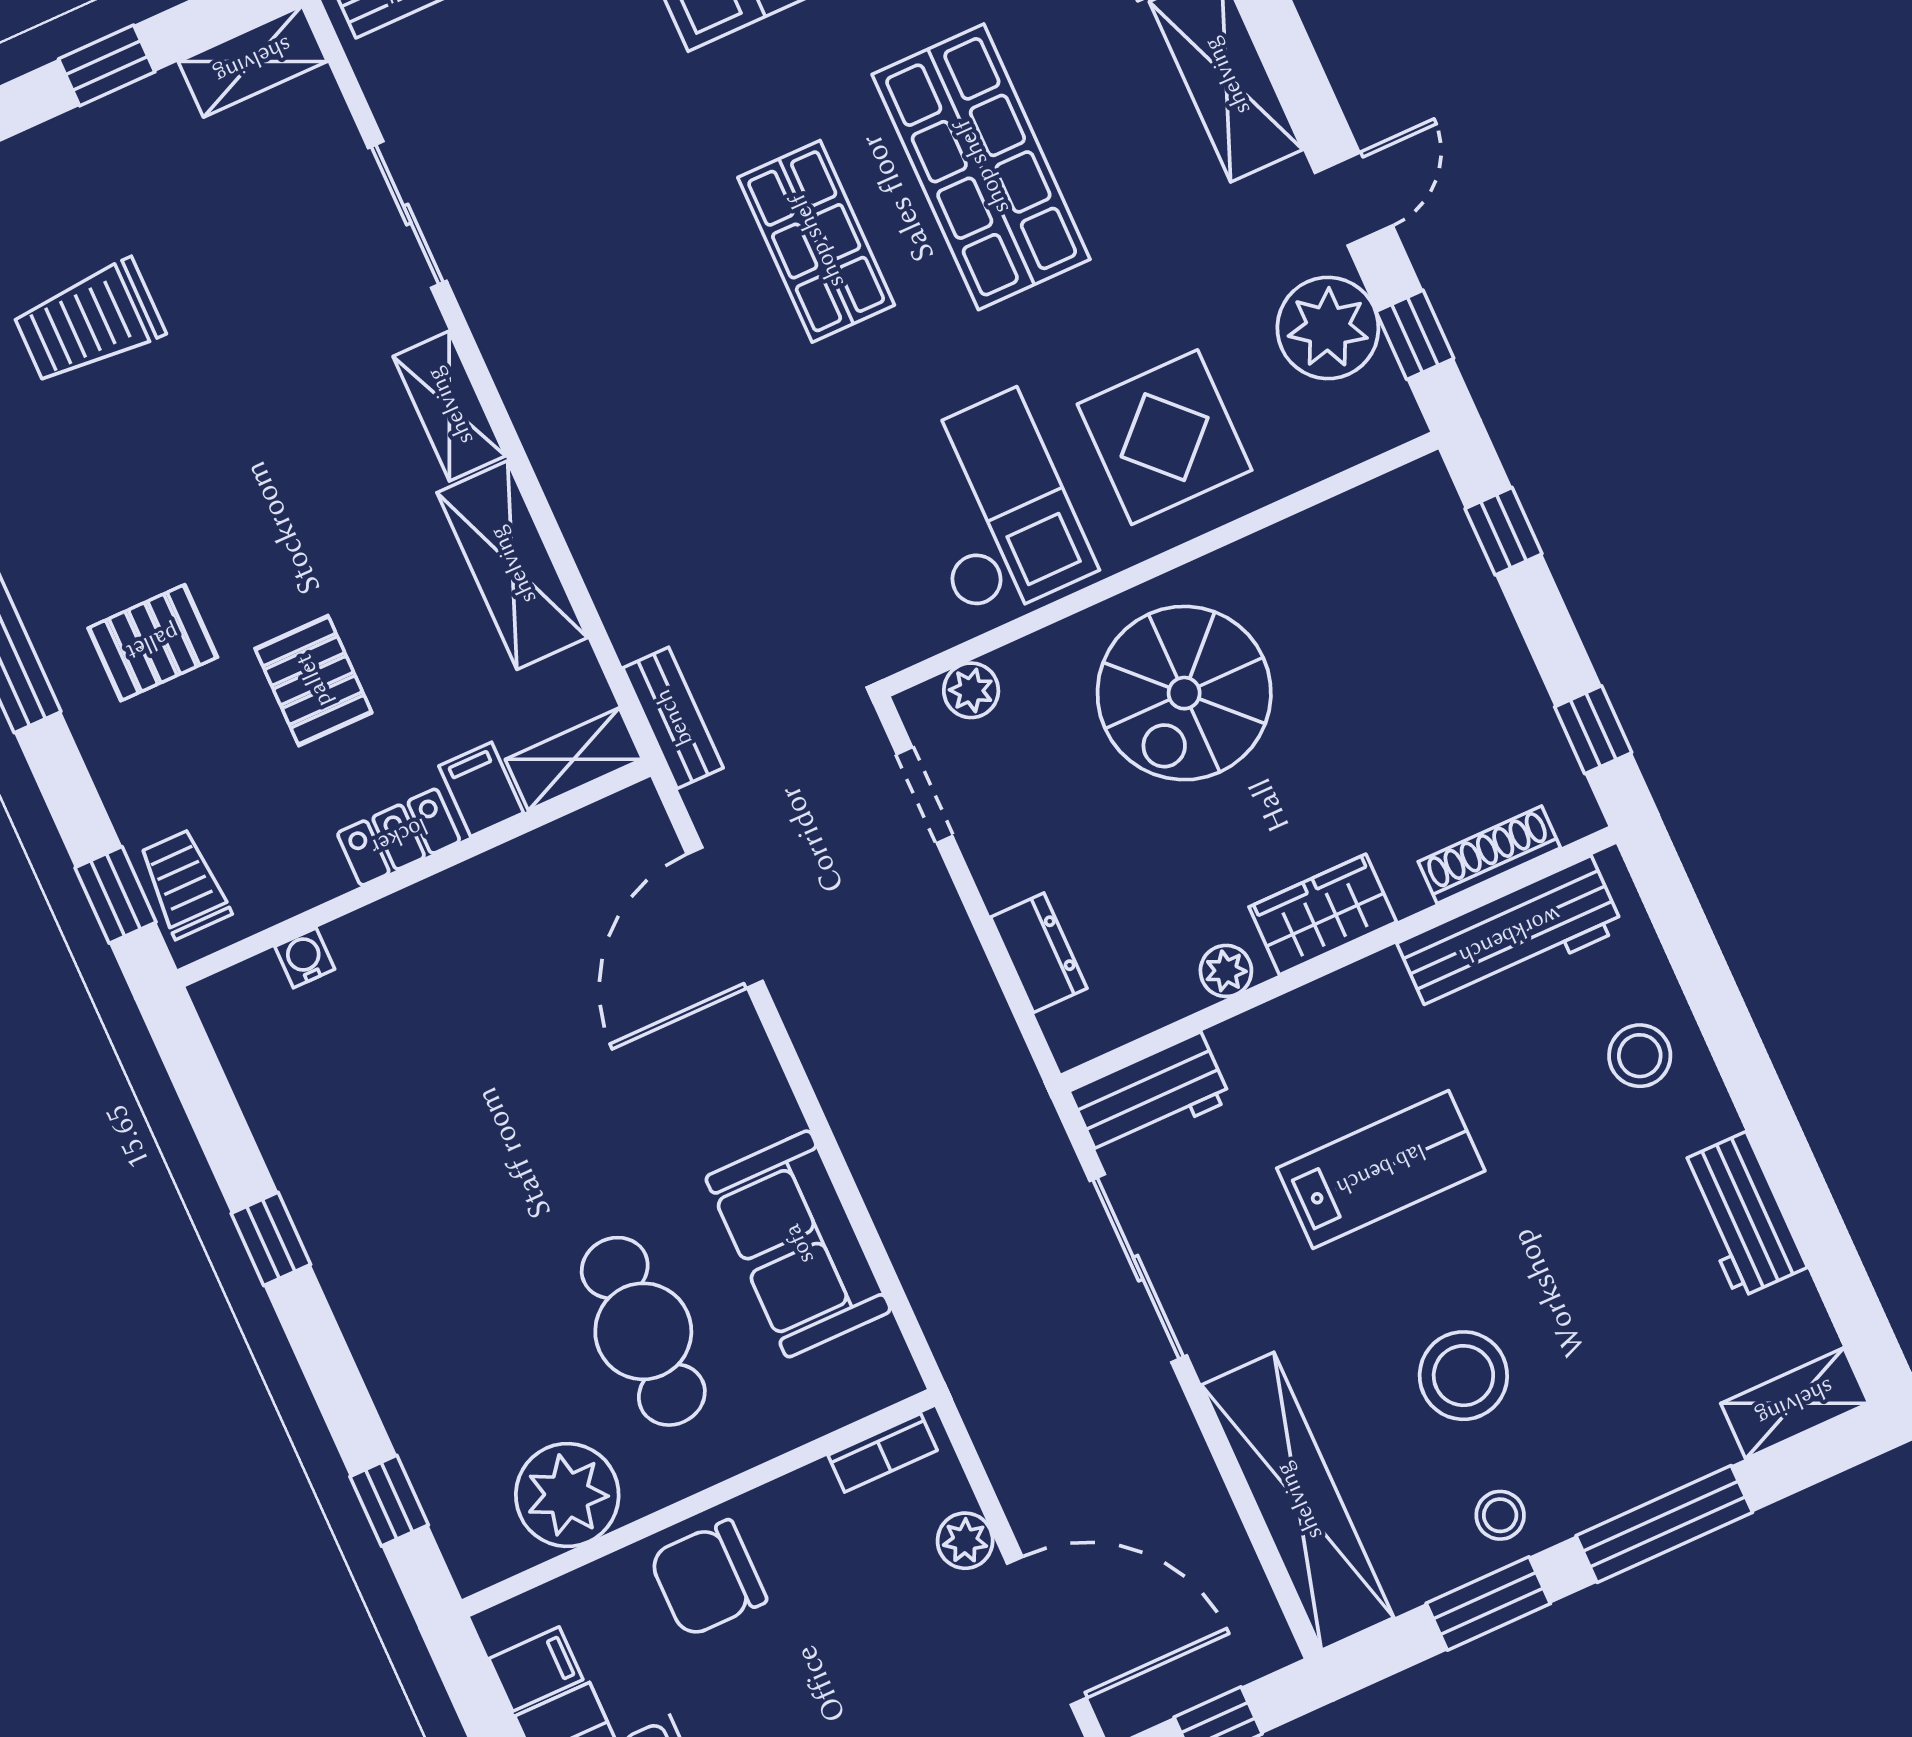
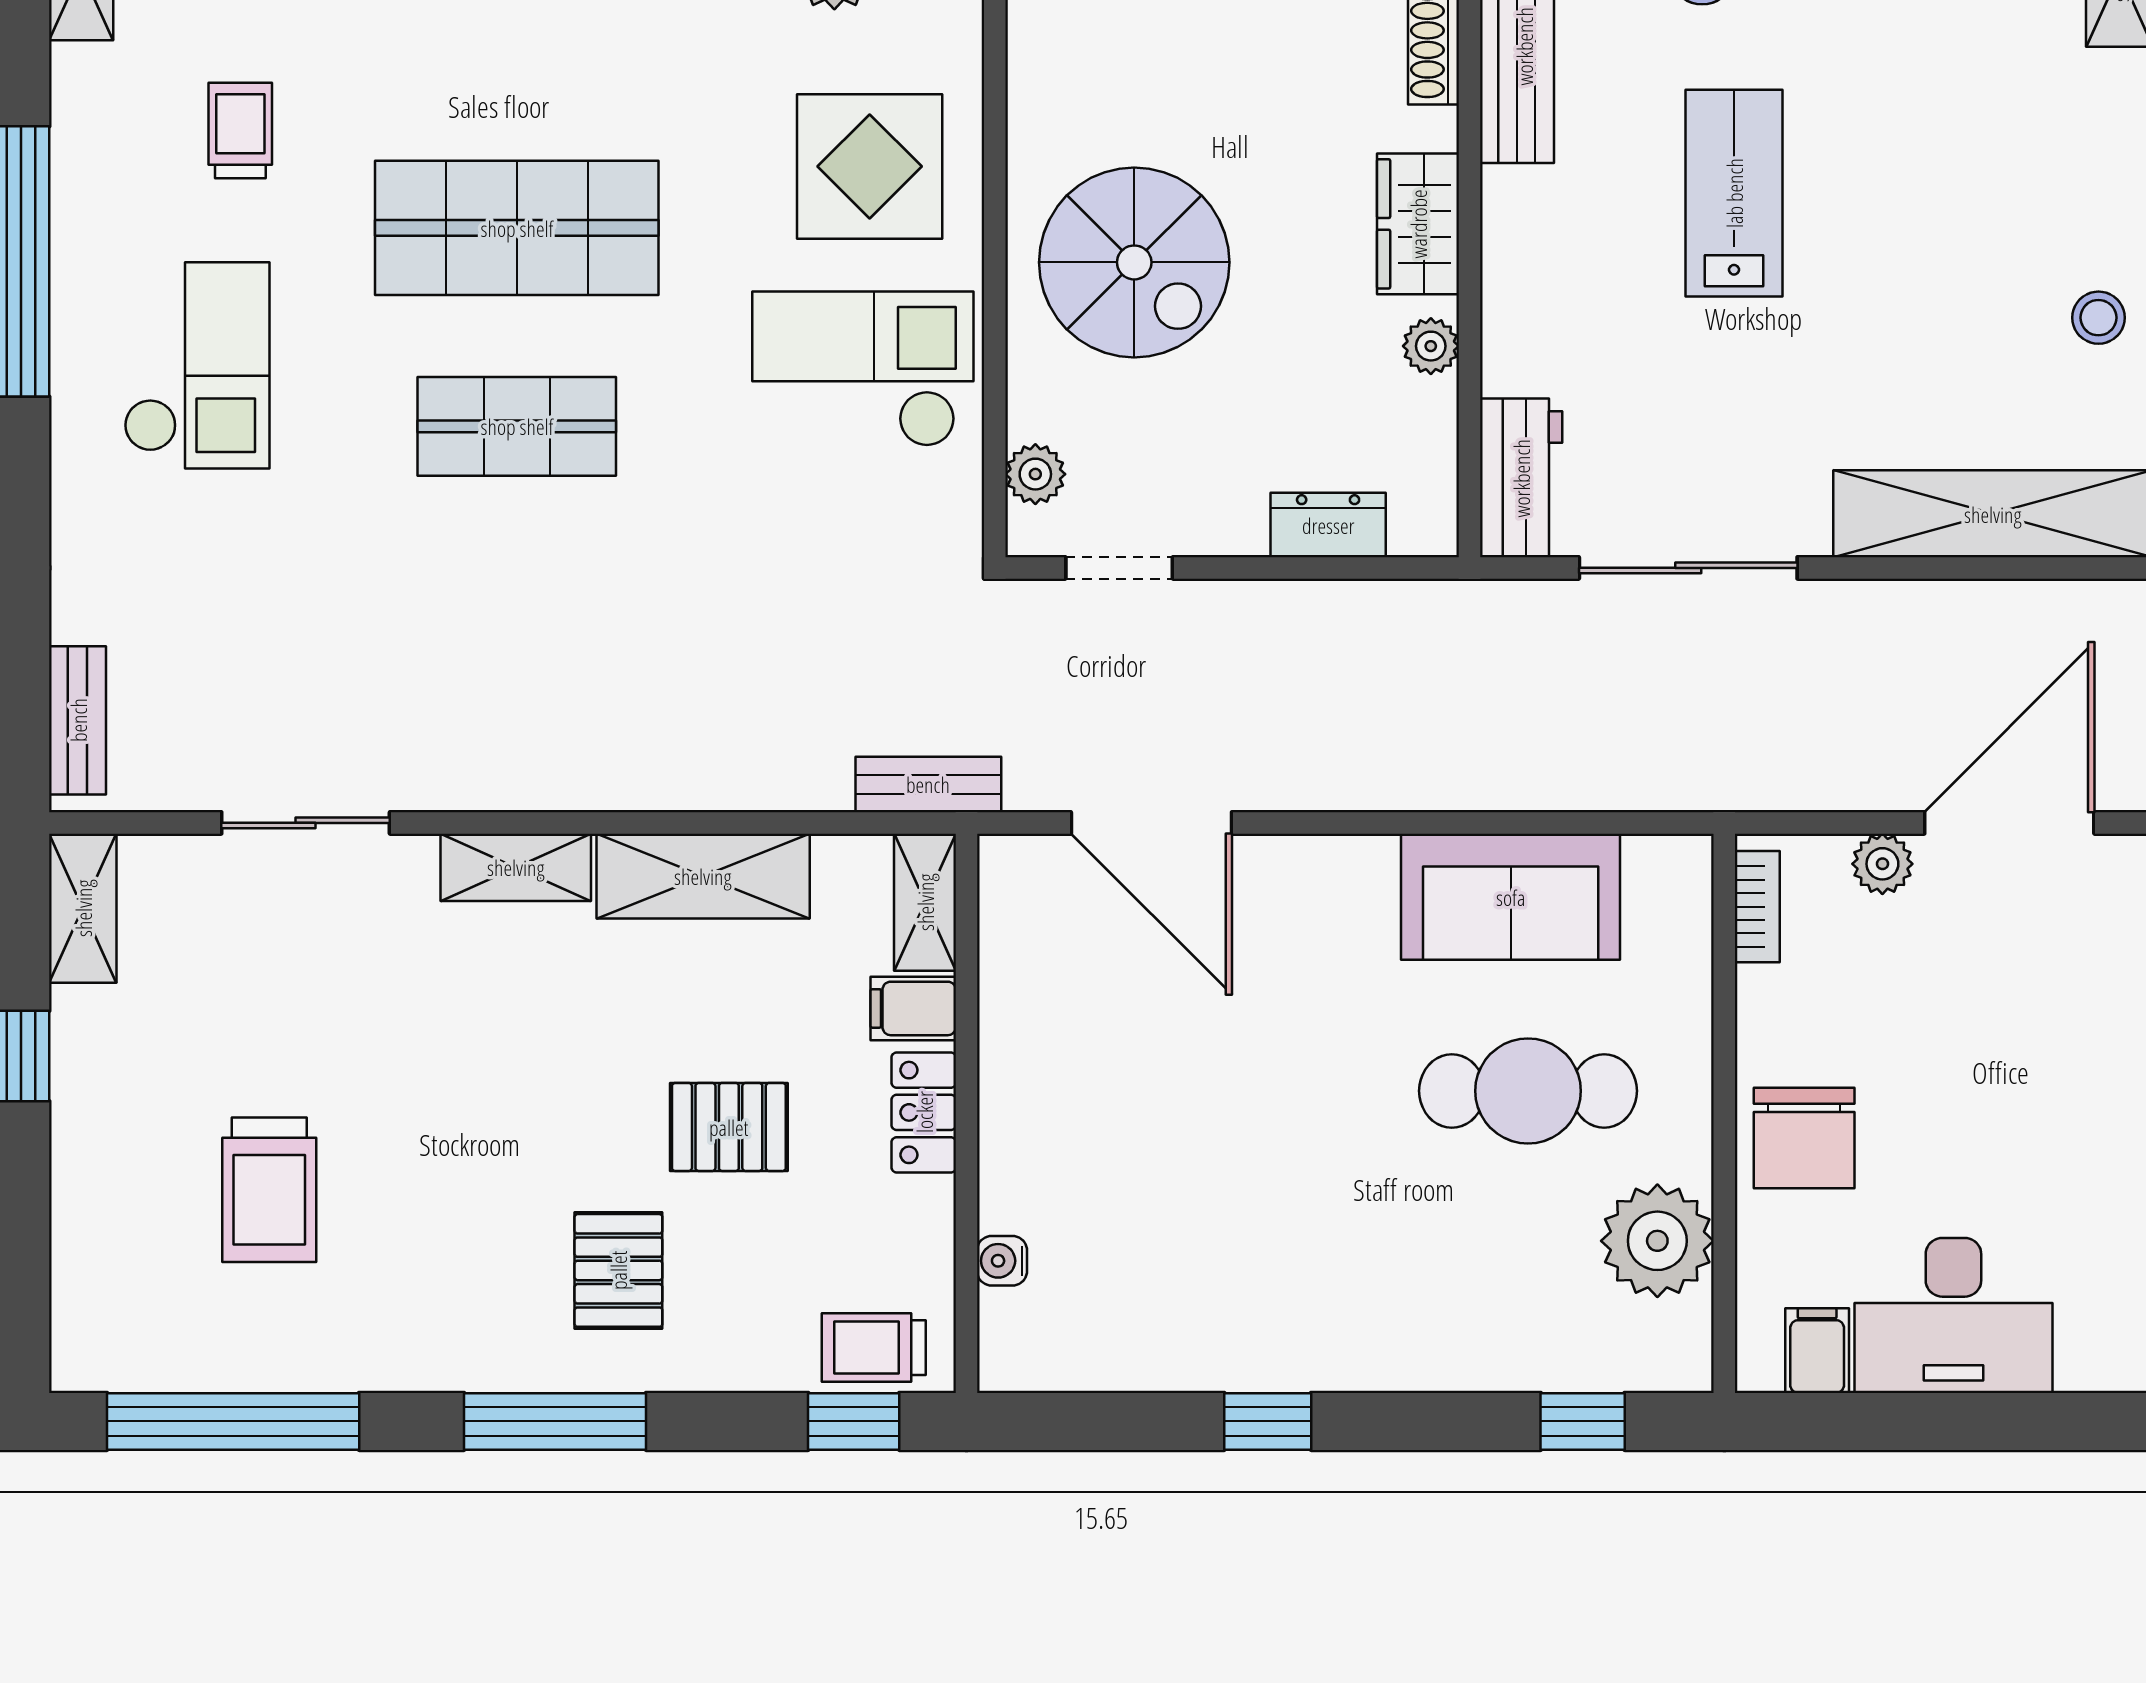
lab bench: (1381, 1170) -> (1734, 193), moved
stool: (1463, 1376) -> (1942, 291), removed

